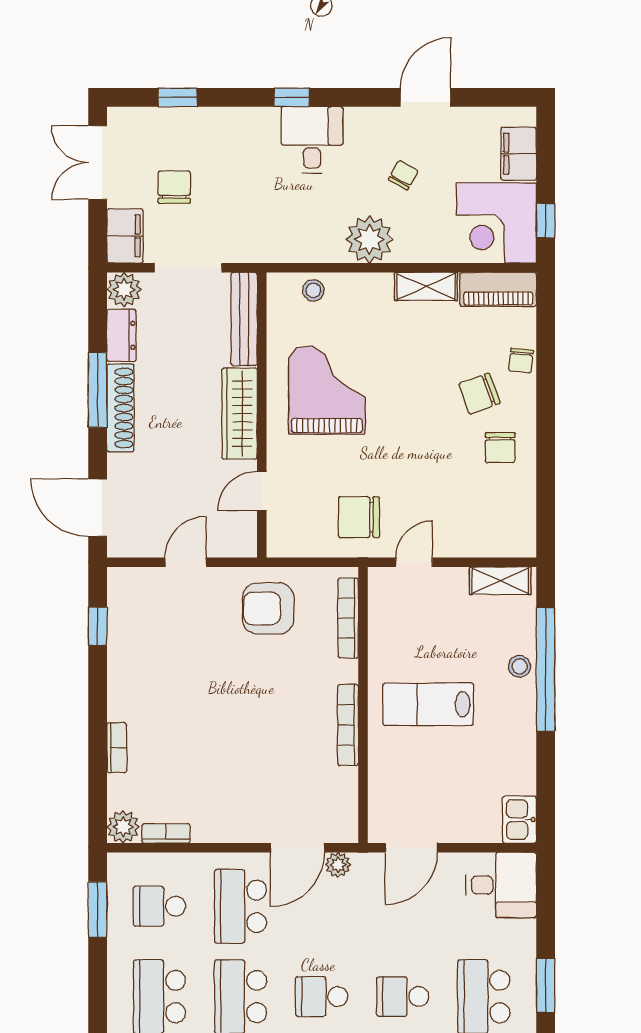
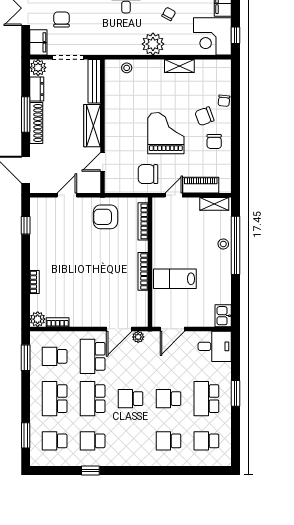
piano: (498, 289) -> (201, 185), moved, turned 180
grand piano: (327, 390) -> (166, 133), moved
lab bench: (428, 704) -> (175, 279), moved

